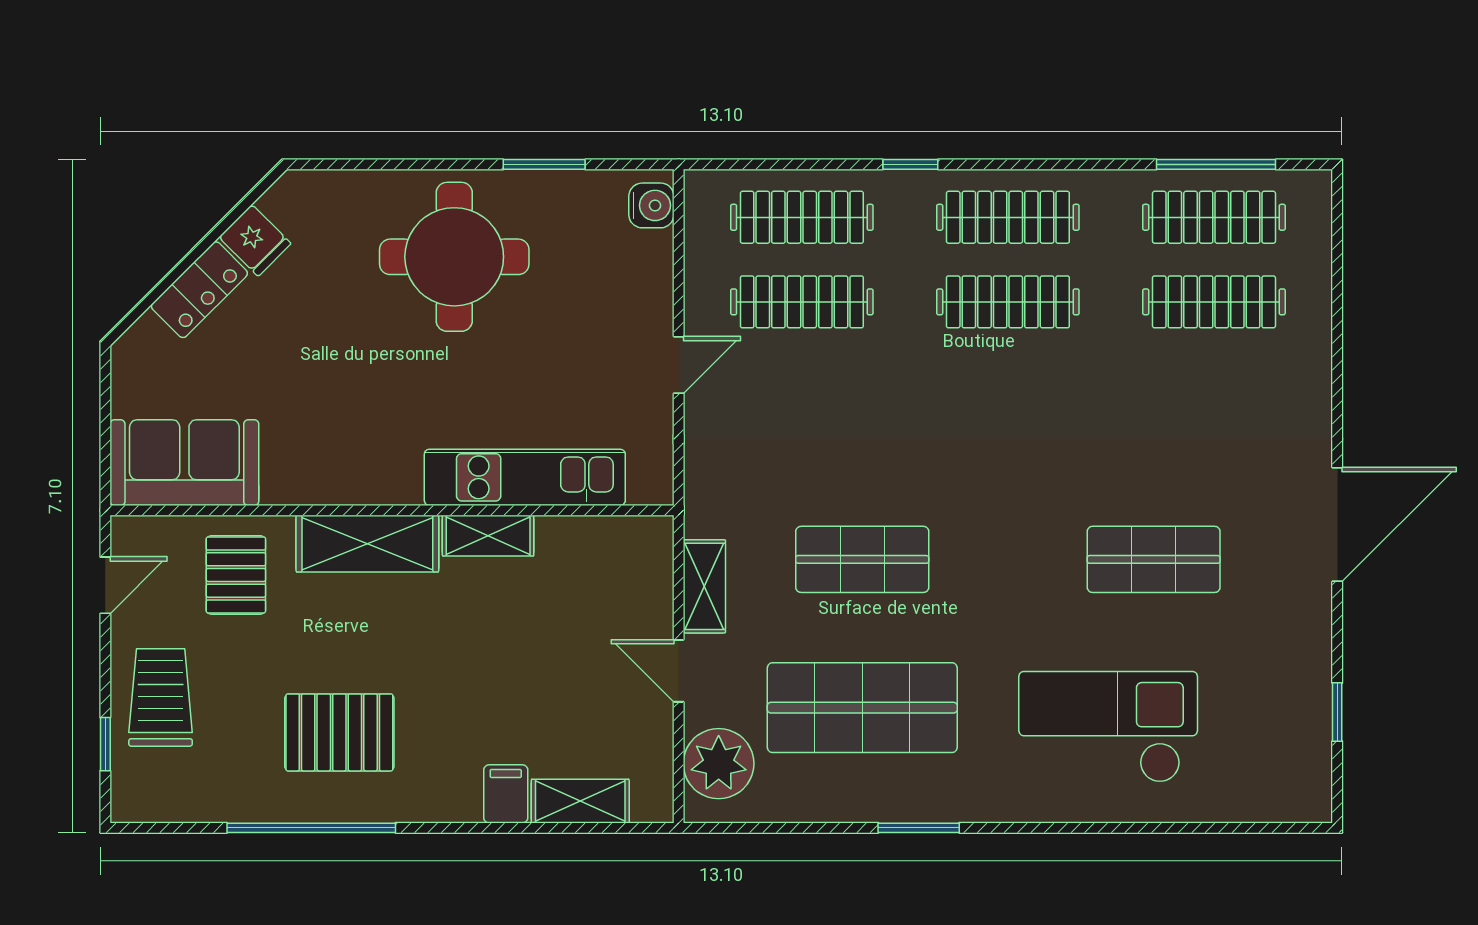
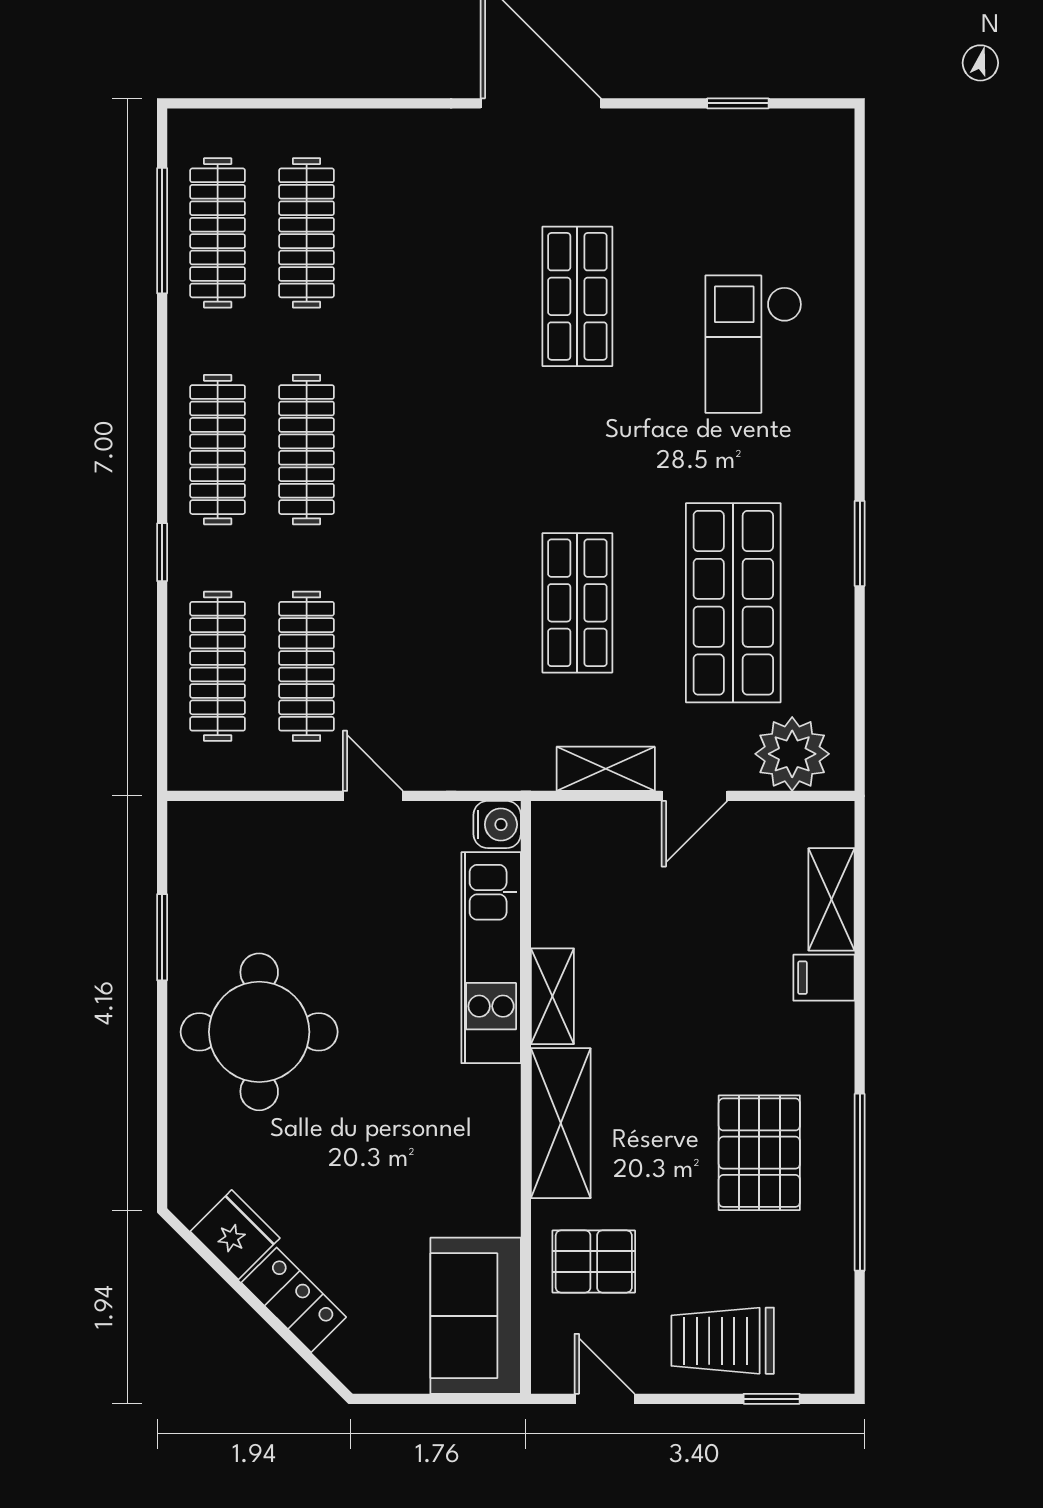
water cooler: (651, 205) -> (497, 825), moved, turned 90
fridge: (255, 240) -> (235, 1235), width x1.38
checkout: (1108, 727) -> (754, 344), width x0.73, depth x0.83

